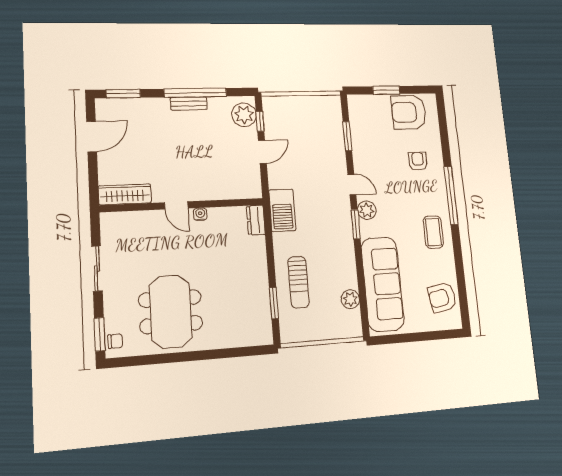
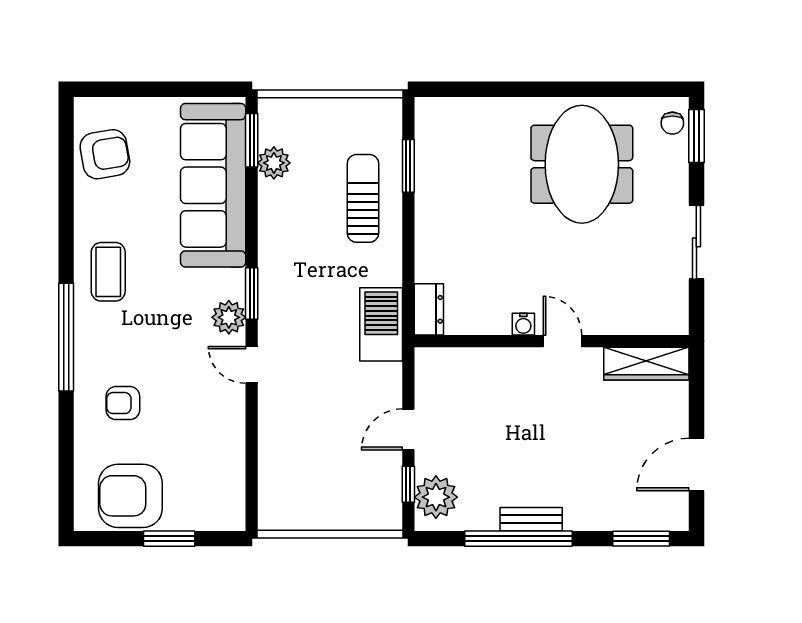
armchair: (409, 112) -> (130, 496), turned 180
window: (347, 136) -> (252, 140), moved
armchair: (418, 161) -> (123, 403), turned 90
chair: (115, 341) -> (672, 123), turned -90

